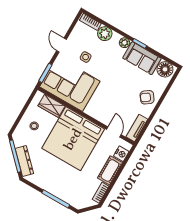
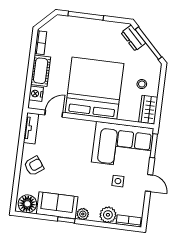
wardrobe: (51, 106) -> (148, 110), moved, turned -90
door: (114, 132) -> (54, 114), swing flipped
dresser: (24, 161) -> (133, 38), width x0.70

